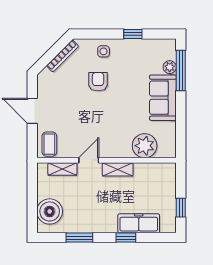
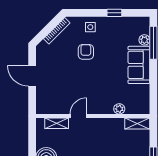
coffee table: (49, 144) -> (46, 103), removed
plant: (145, 146) -> (119, 109), width x0.53, depth x0.53
shelving: (118, 169) -> (137, 124), moved

